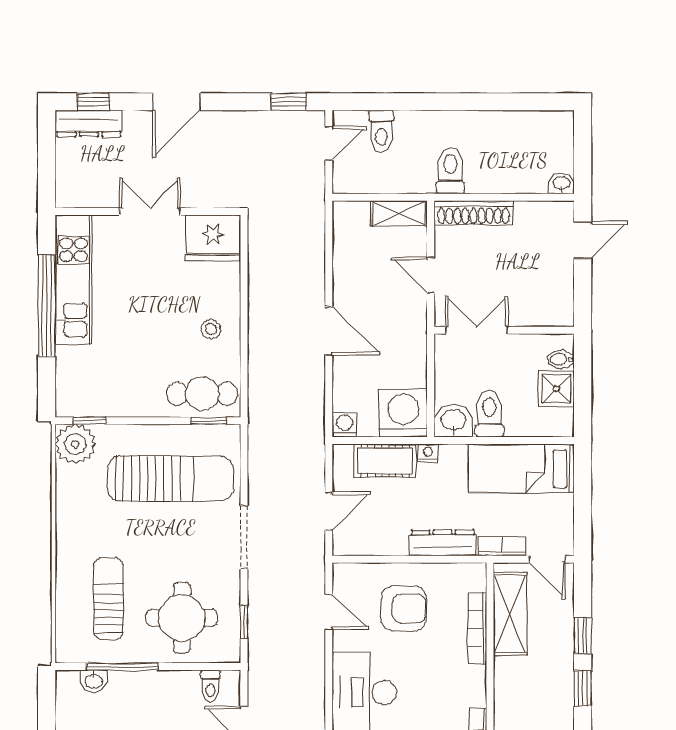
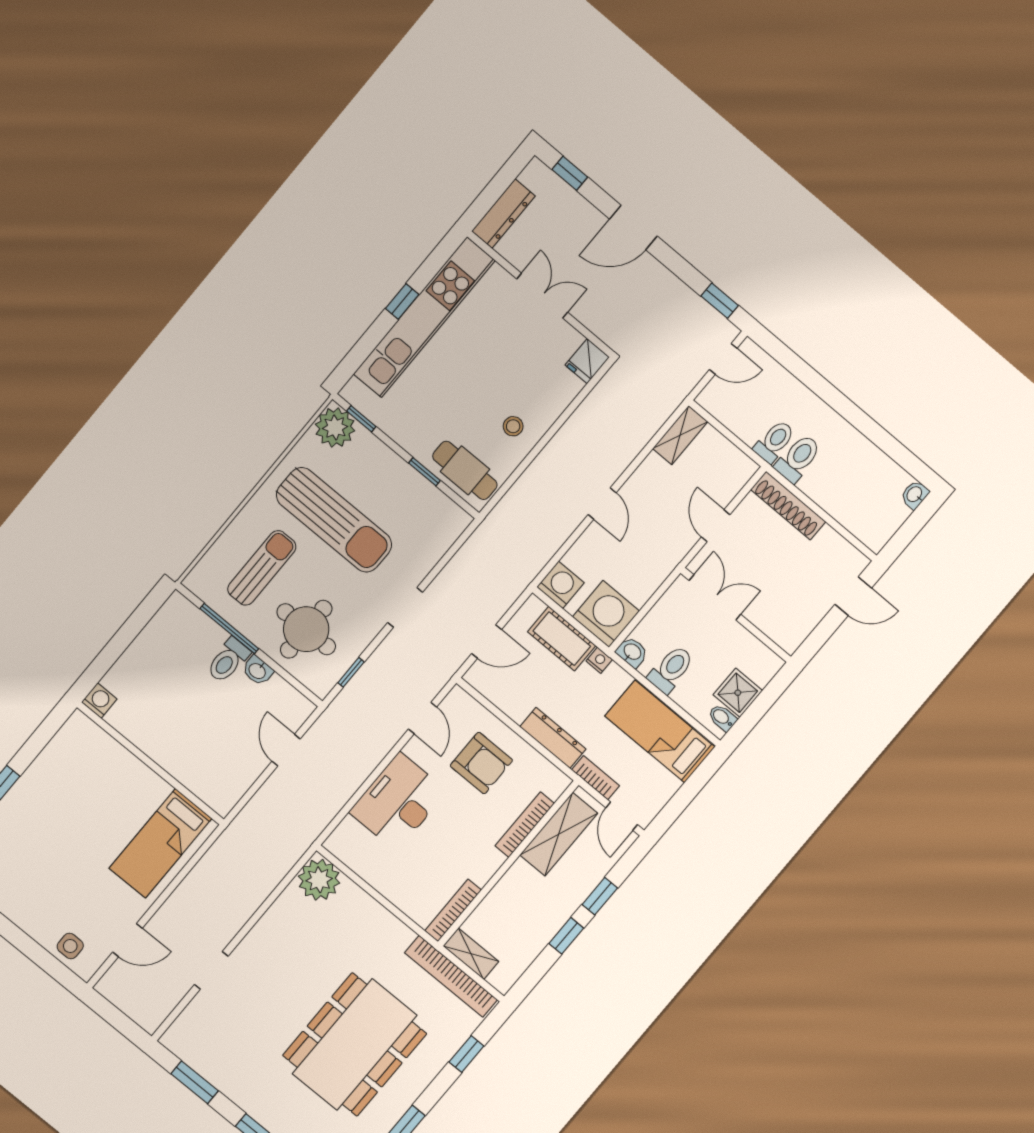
dresser: (89, 123) -> (503, 214), moved, turned -90
toilet: (381, 131) -> (774, 442), moved, turned 180
washbasin: (561, 184) -> (915, 495), moved, turned -90
shelving: (399, 213) -> (680, 435), moved, turned 90
fridge: (213, 238) -> (587, 361), width x0.53, depth x0.75
kitchen unit: (73, 280) -> (424, 317), width x1.36
window: (47, 305) -> (402, 302), width x0.32
door: (329, 331) -> (602, 504), width x0.73
bidet: (561, 359) -> (722, 718), moved
window: (209, 421) -> (425, 472), moved
washbasin: (453, 421) -> (632, 652), width x0.72, depth x0.69
washing machine: (345, 425) -> (561, 585), width x1.38, depth x1.38
sun lounger: (170, 479) -> (334, 520), moved
doorway: (244, 537) -> (405, 607), width x0.73
washbasin: (94, 681) -> (258, 671), moved
toilet: (210, 686) -> (228, 660), moved, width x1.37, depth x1.39

